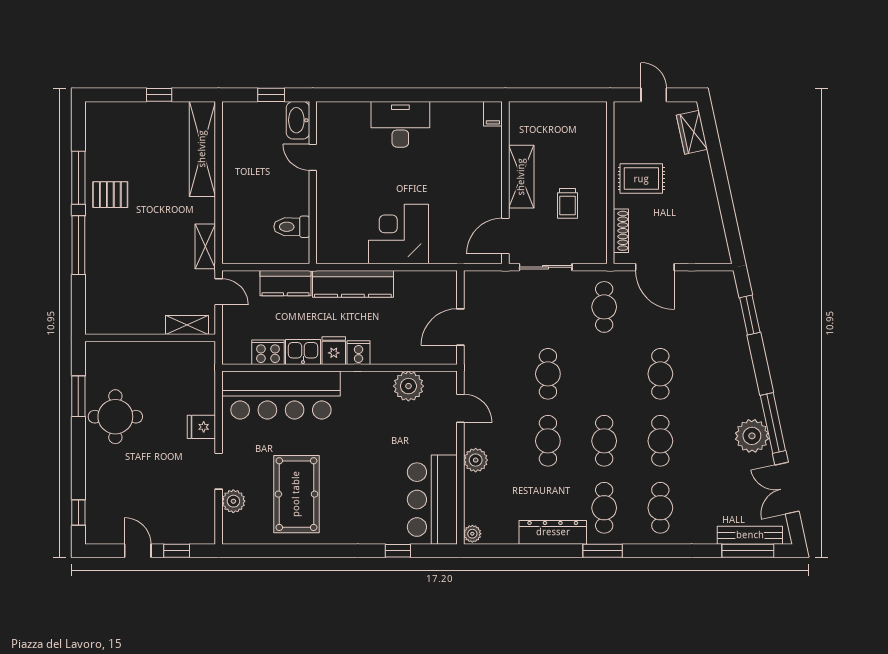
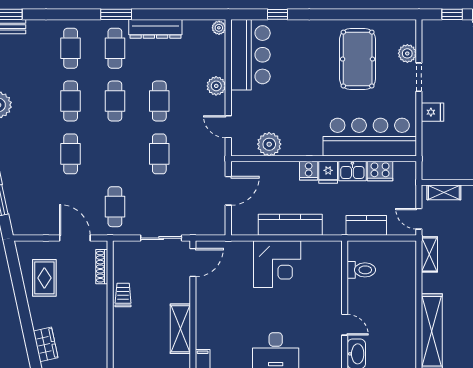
shelving: (521, 177) -> (180, 329), moved
rug: (641, 179) -> (44, 278), moved, turned 90
trolley: (568, 203) -> (123, 295), moved
kitchen counter: (353, 284) -> (290, 225), moved

